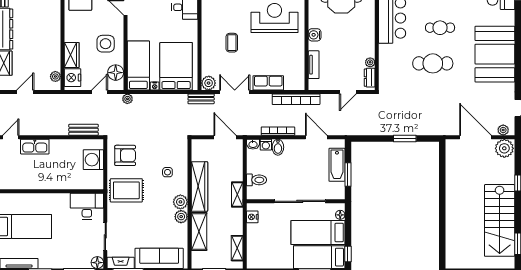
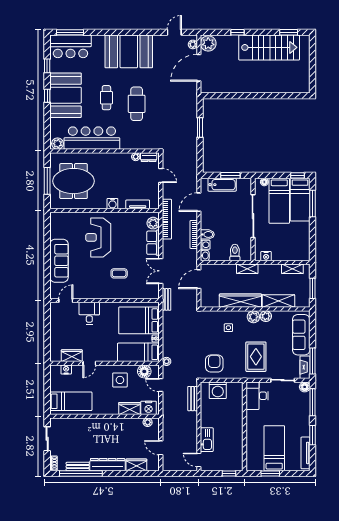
plant: (209, 83) -> (153, 223), moved
rug: (126, 190) -> (256, 357), moved

